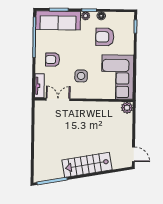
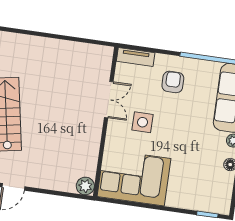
armchair: (105, 37) -> (197, 166), removed
double door: (58, 99) -> (109, 100), moved

